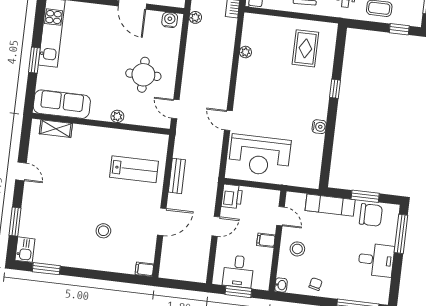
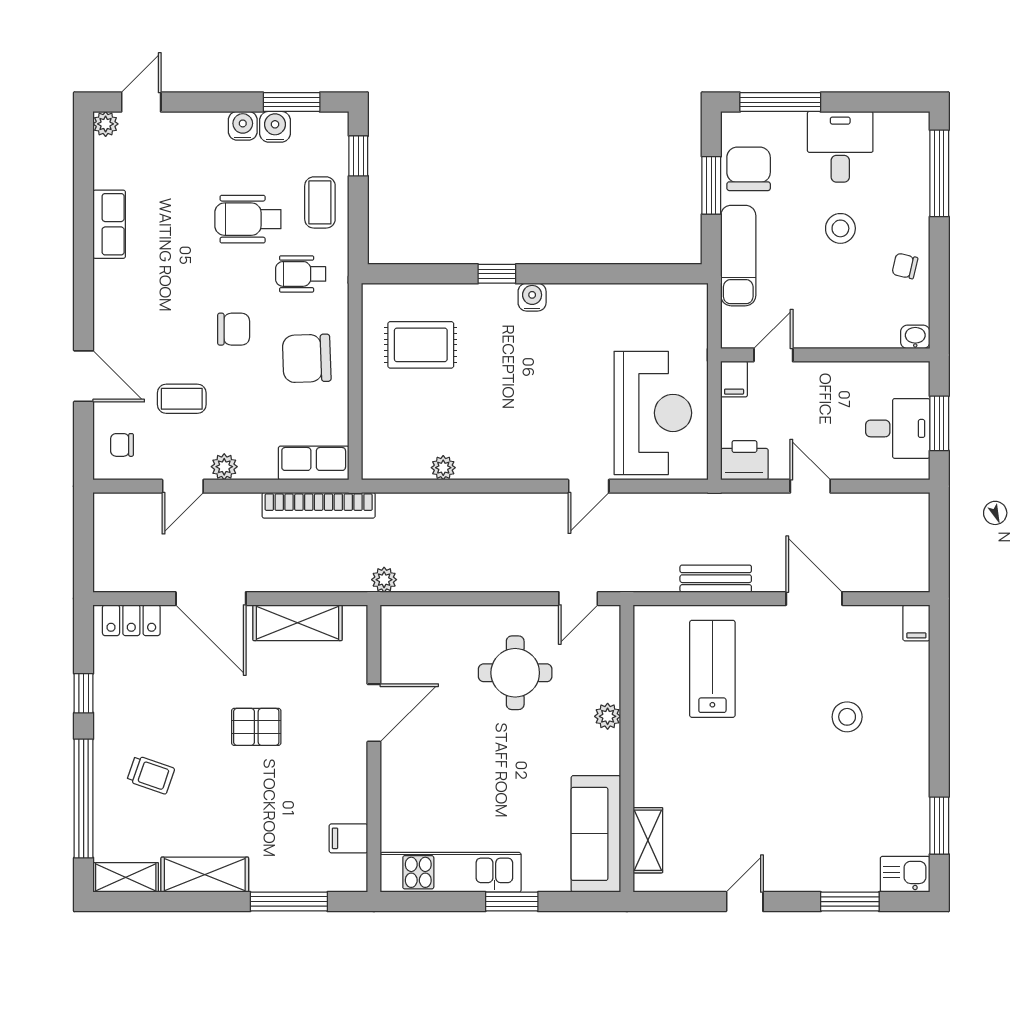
water cooler: (170, 20) -> (396, 632), removed
water cooler: (319, 127) -> (532, 297), moved
filing cabinet: (266, 240) -> (734, 379), moved
stool: (297, 249) -> (840, 228), moved

